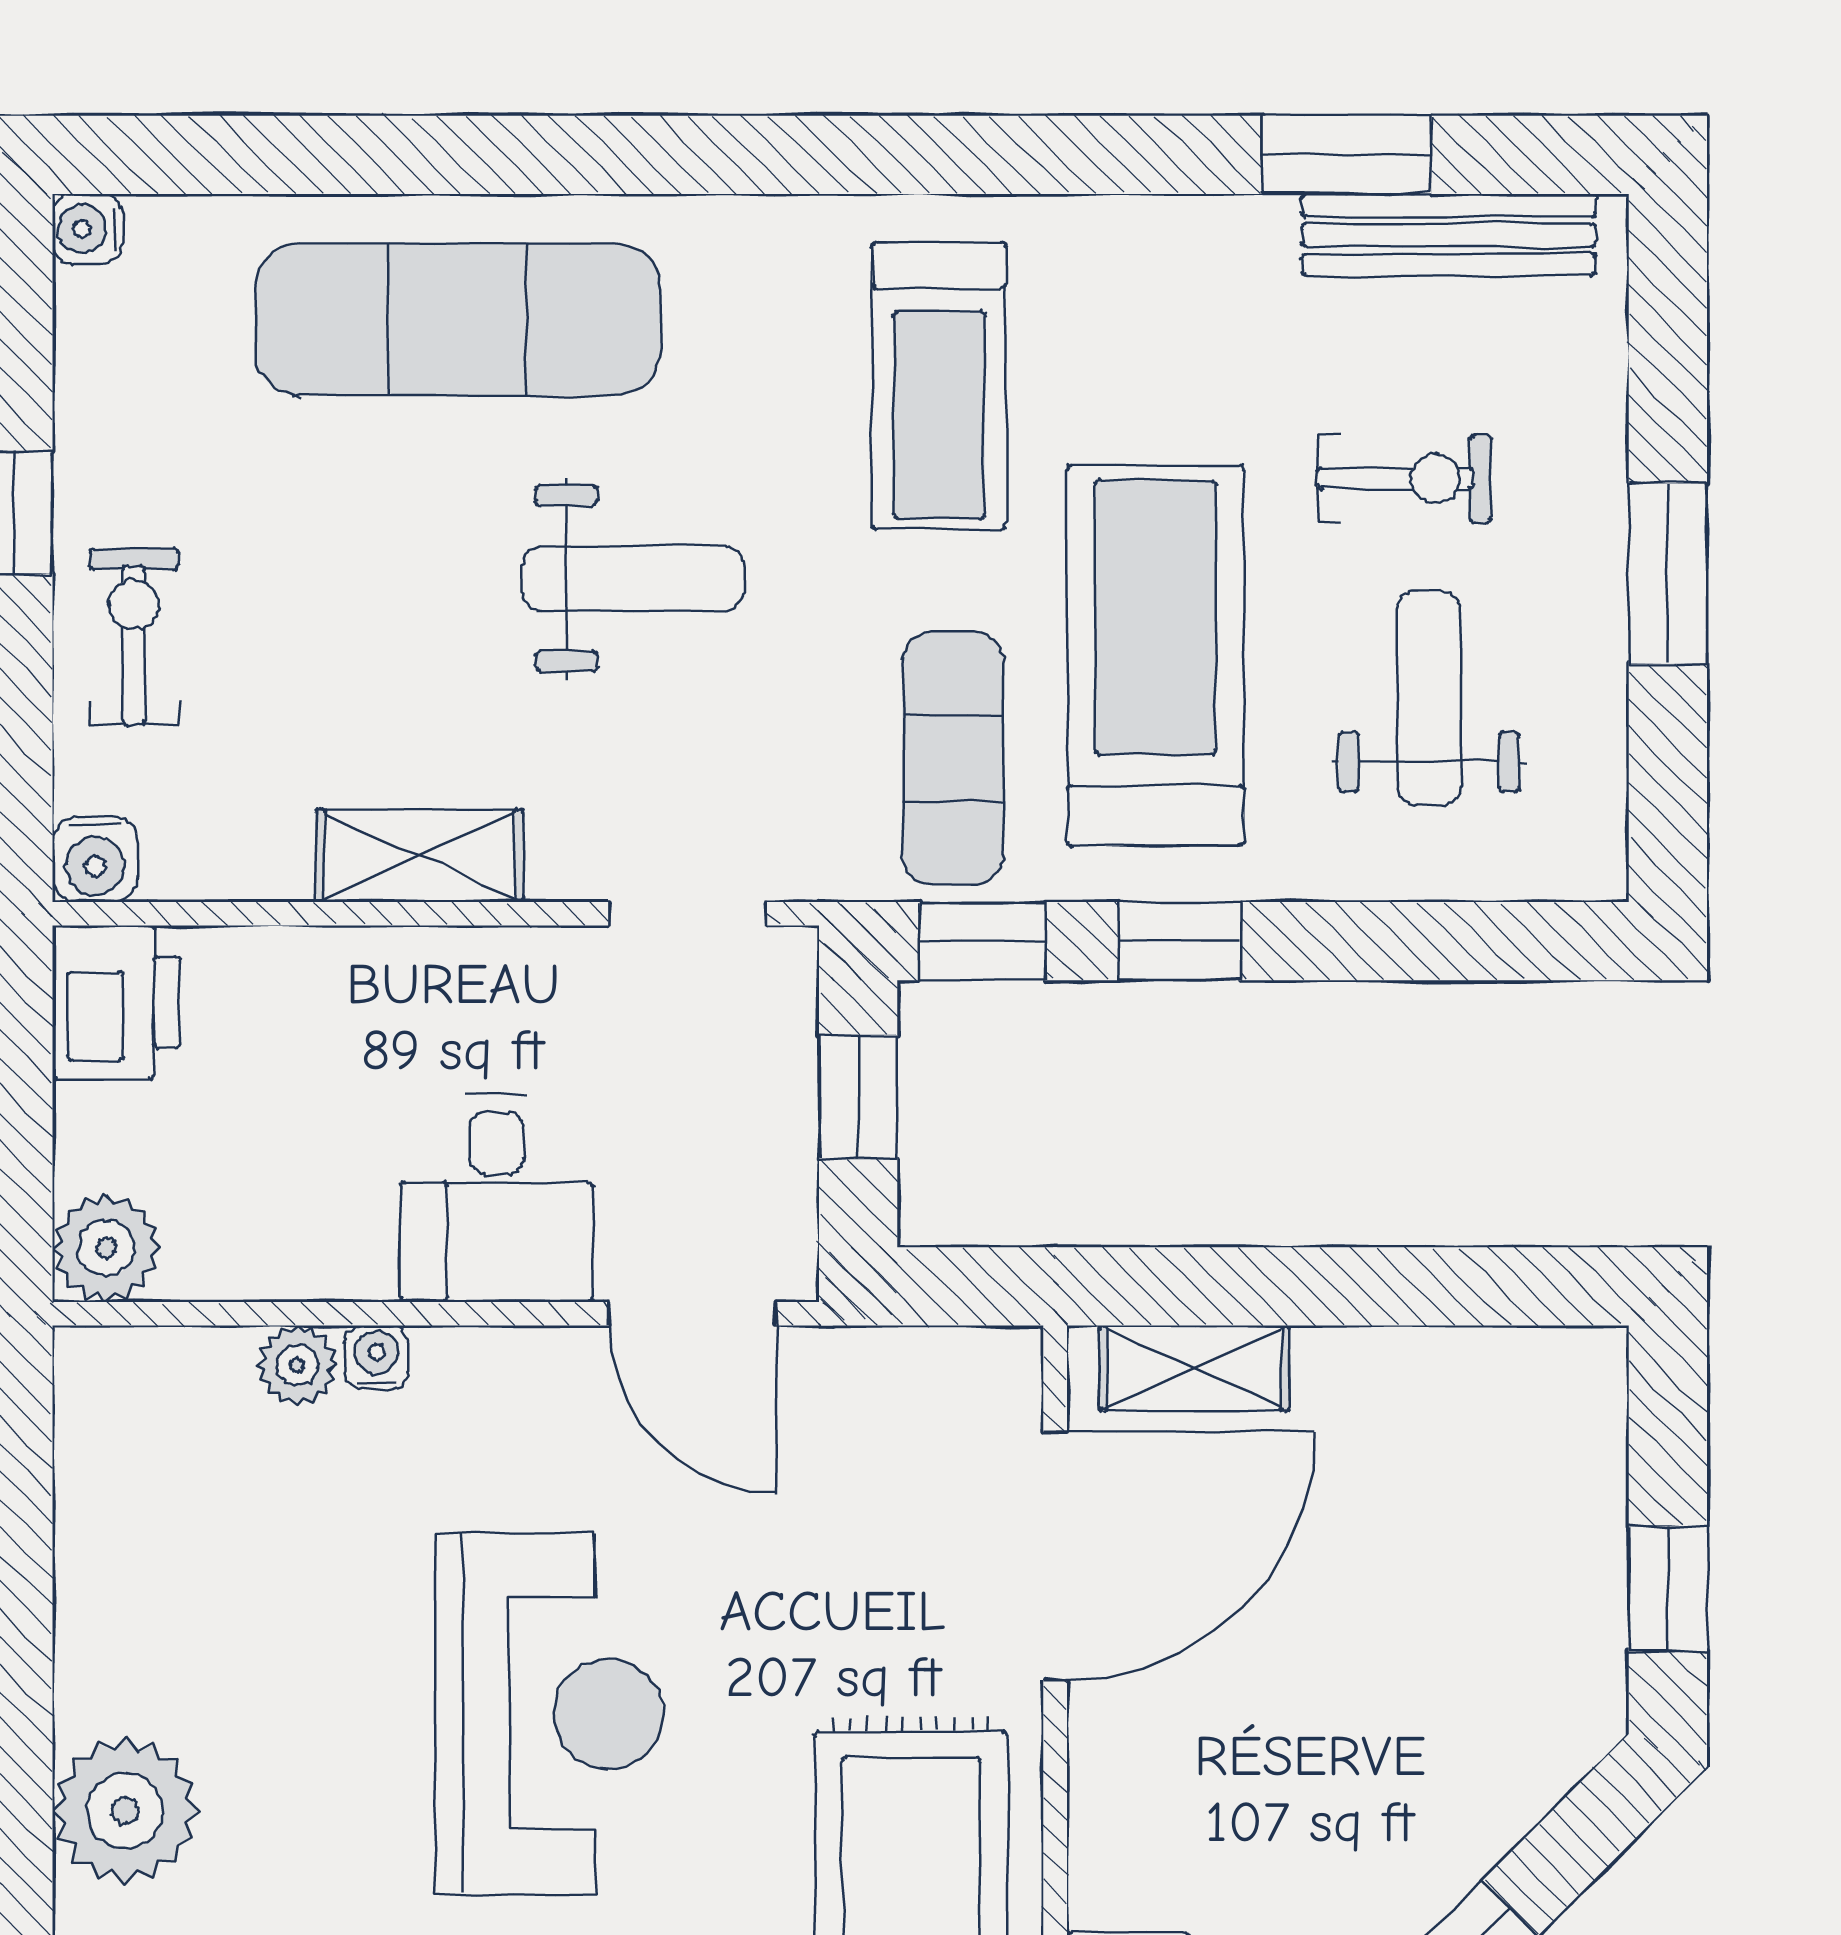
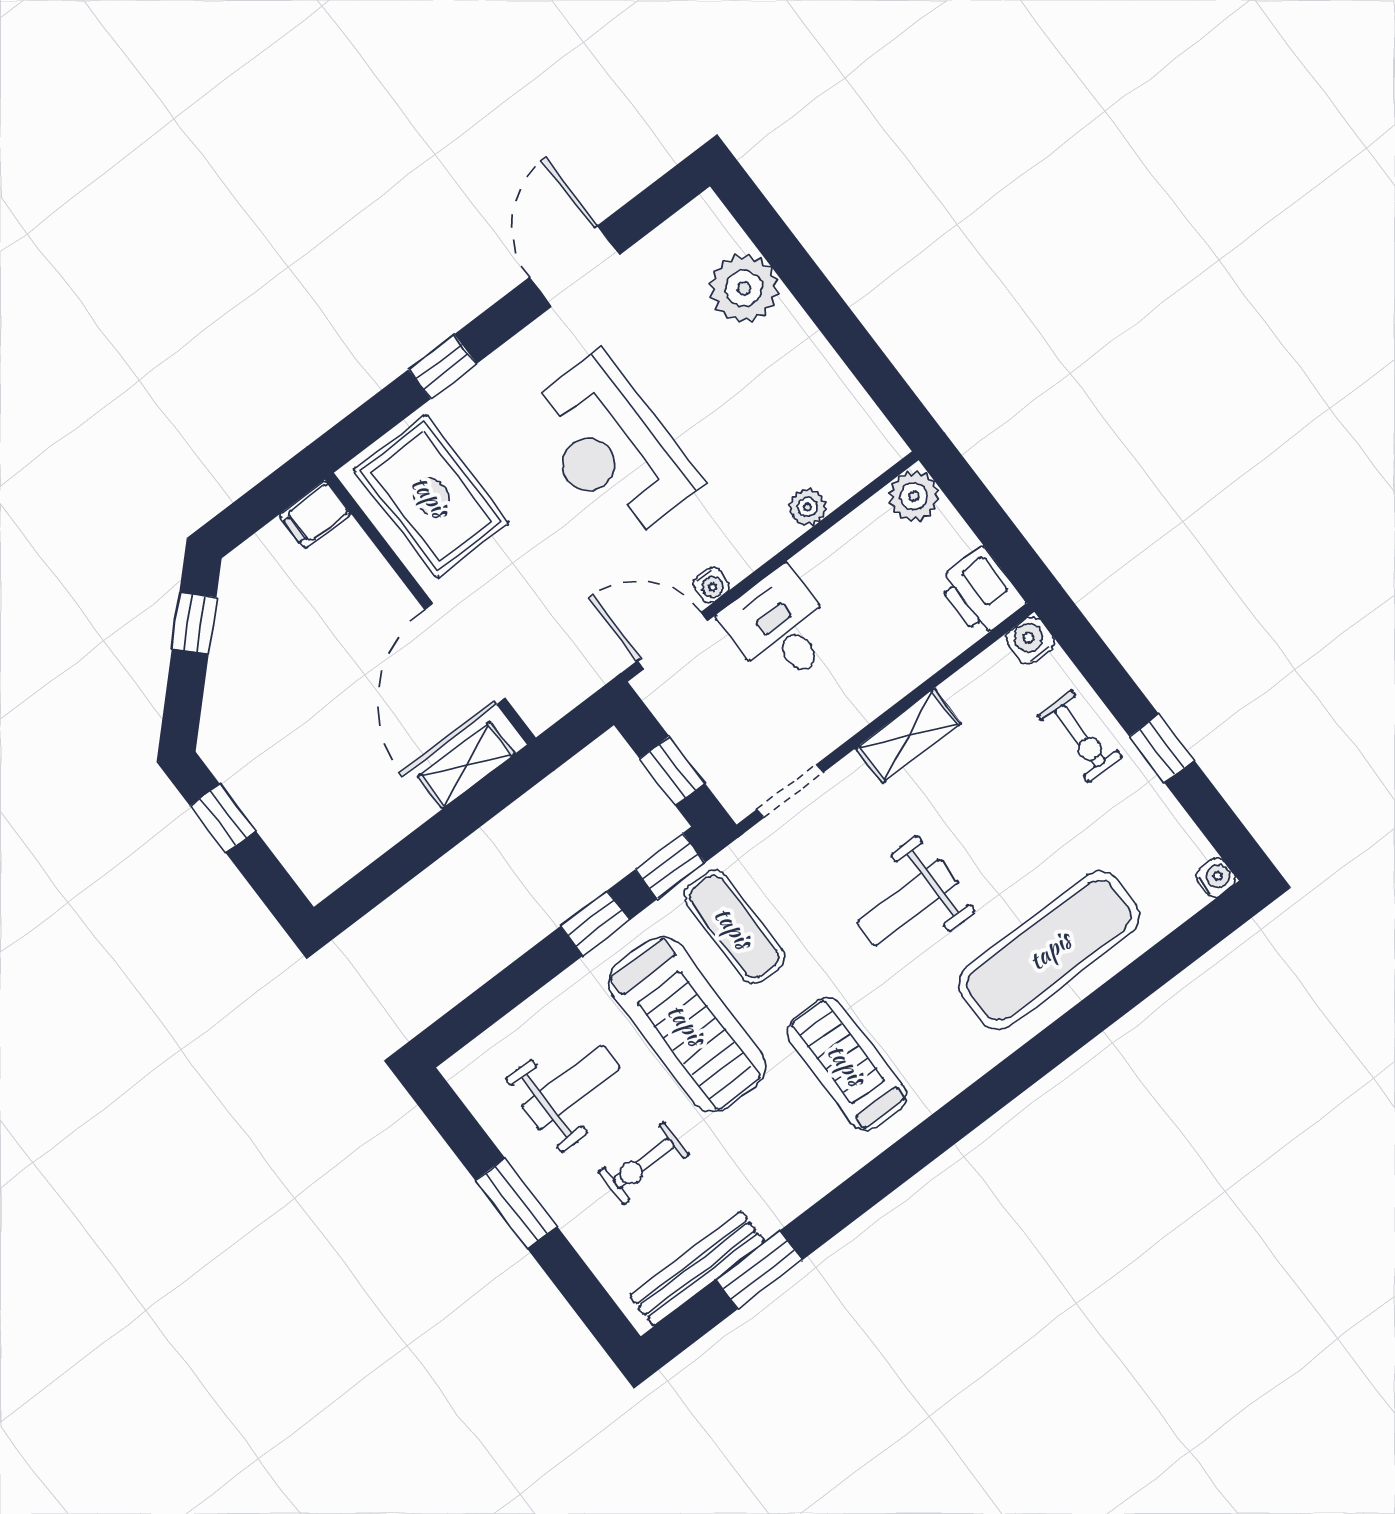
weight bench: (1429, 698) -> (571, 1087), turned -90
water cooler: (377, 1357) -> (711, 585), moved

